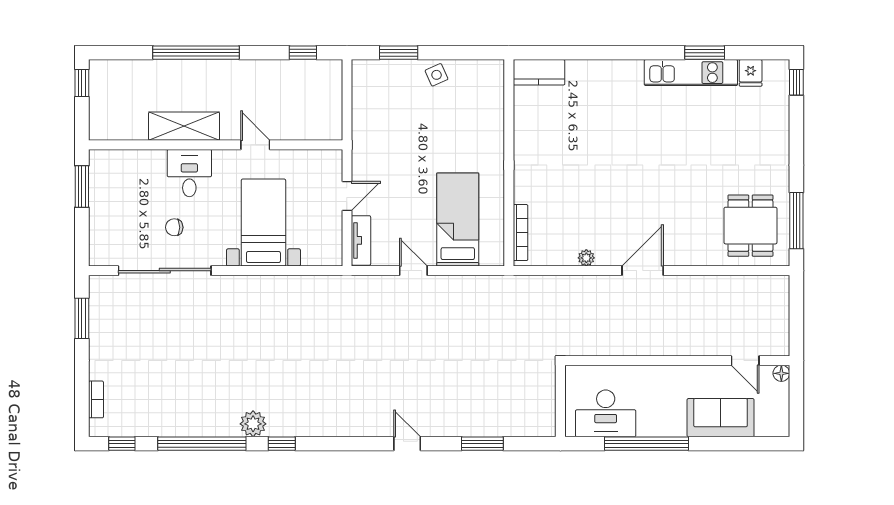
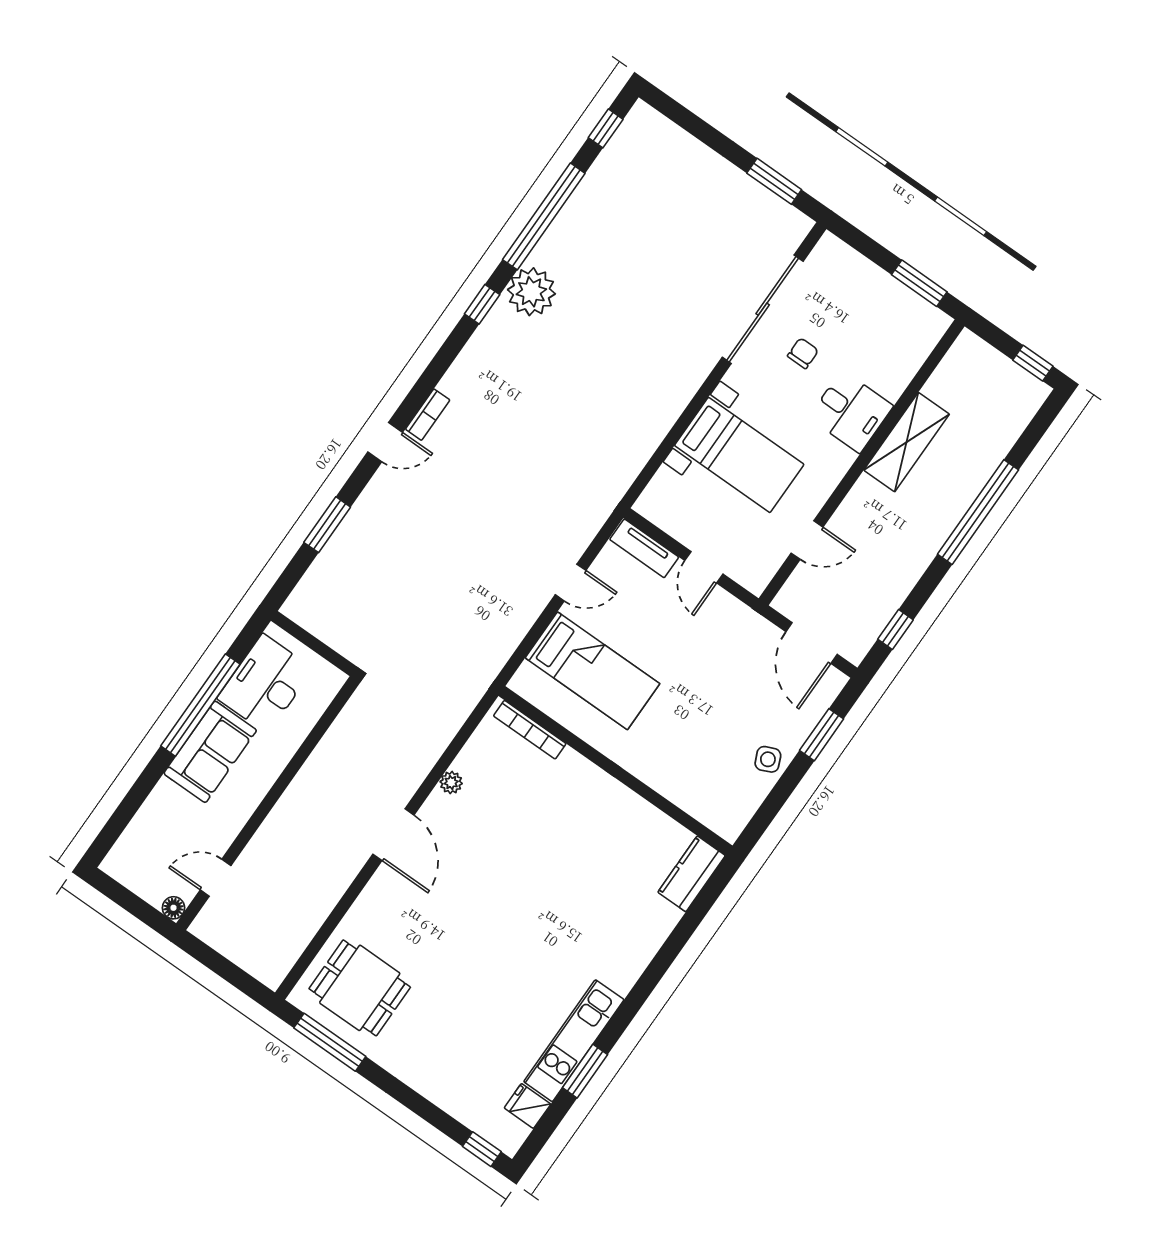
door: (347, 98) -> (812, 643), added
door: (255, 145) -> (807, 540), moved
bookcase: (96, 399) -> (428, 415), moved, turned -90
sofa: (721, 418) -> (210, 752), moved
plant: (253, 424) -> (531, 292), width x1.36, depth x1.36

